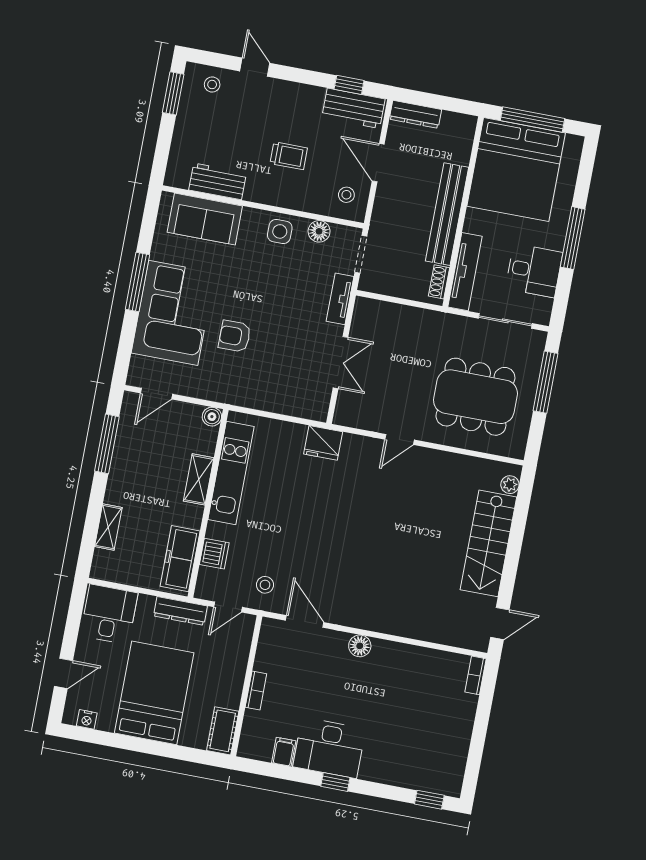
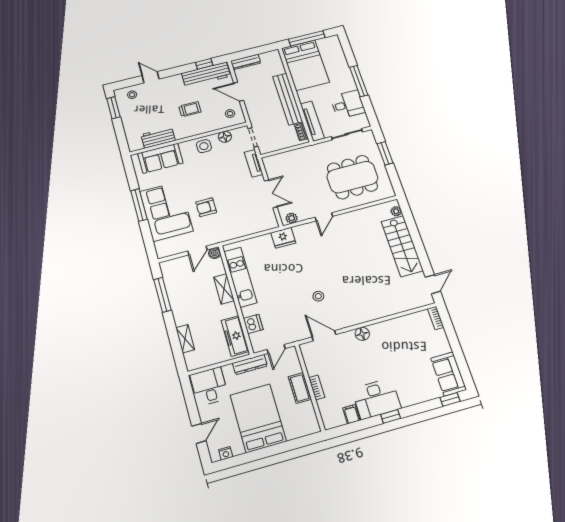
workbench: (354, 108) -> (206, 75), width x1.38
bed: (516, 170) -> (305, 65), width x0.73
window: (545, 382) -> (385, 153), width x0.69
door: (156, 394) -> (197, 250), moved
plant: (351, 418) -> (292, 218), added
stool: (265, 585) -> (318, 296), moved
cot: (223, 731) -> (300, 388), moved
sofa: (448, 764) -> (449, 374), added

